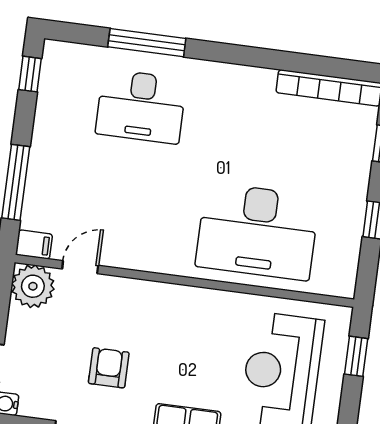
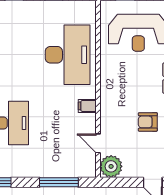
filing cabinet: (34, 244) -> (87, 106), moved, turned -90

